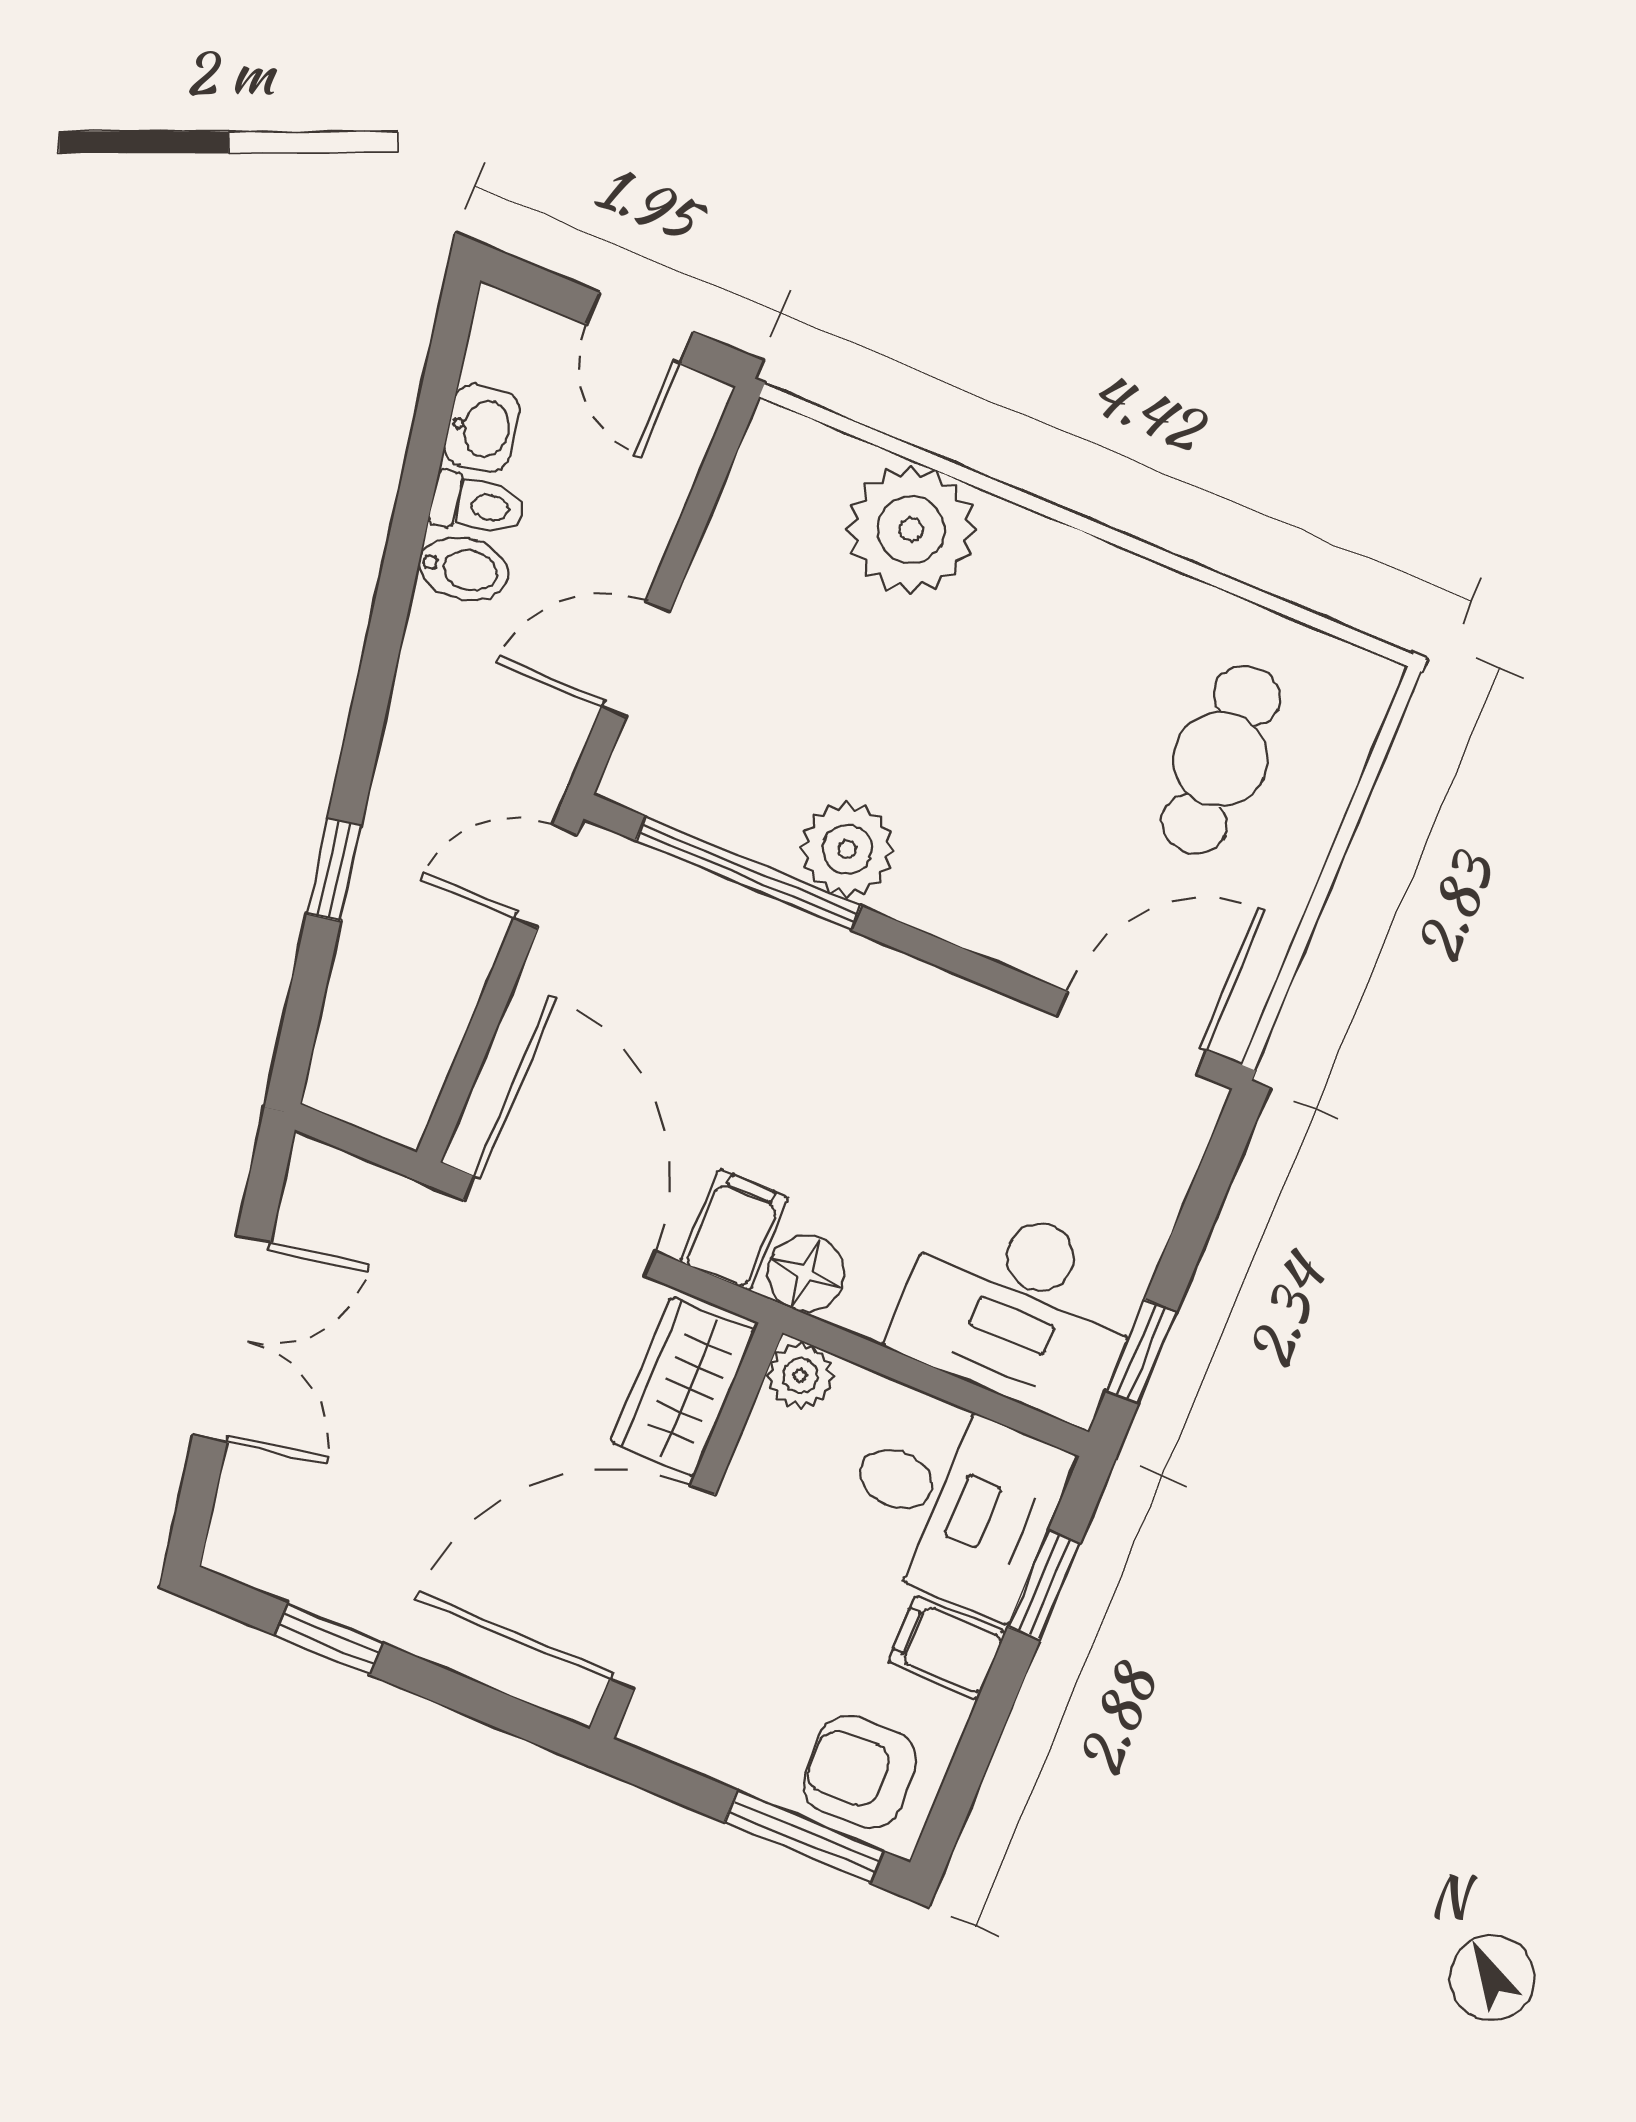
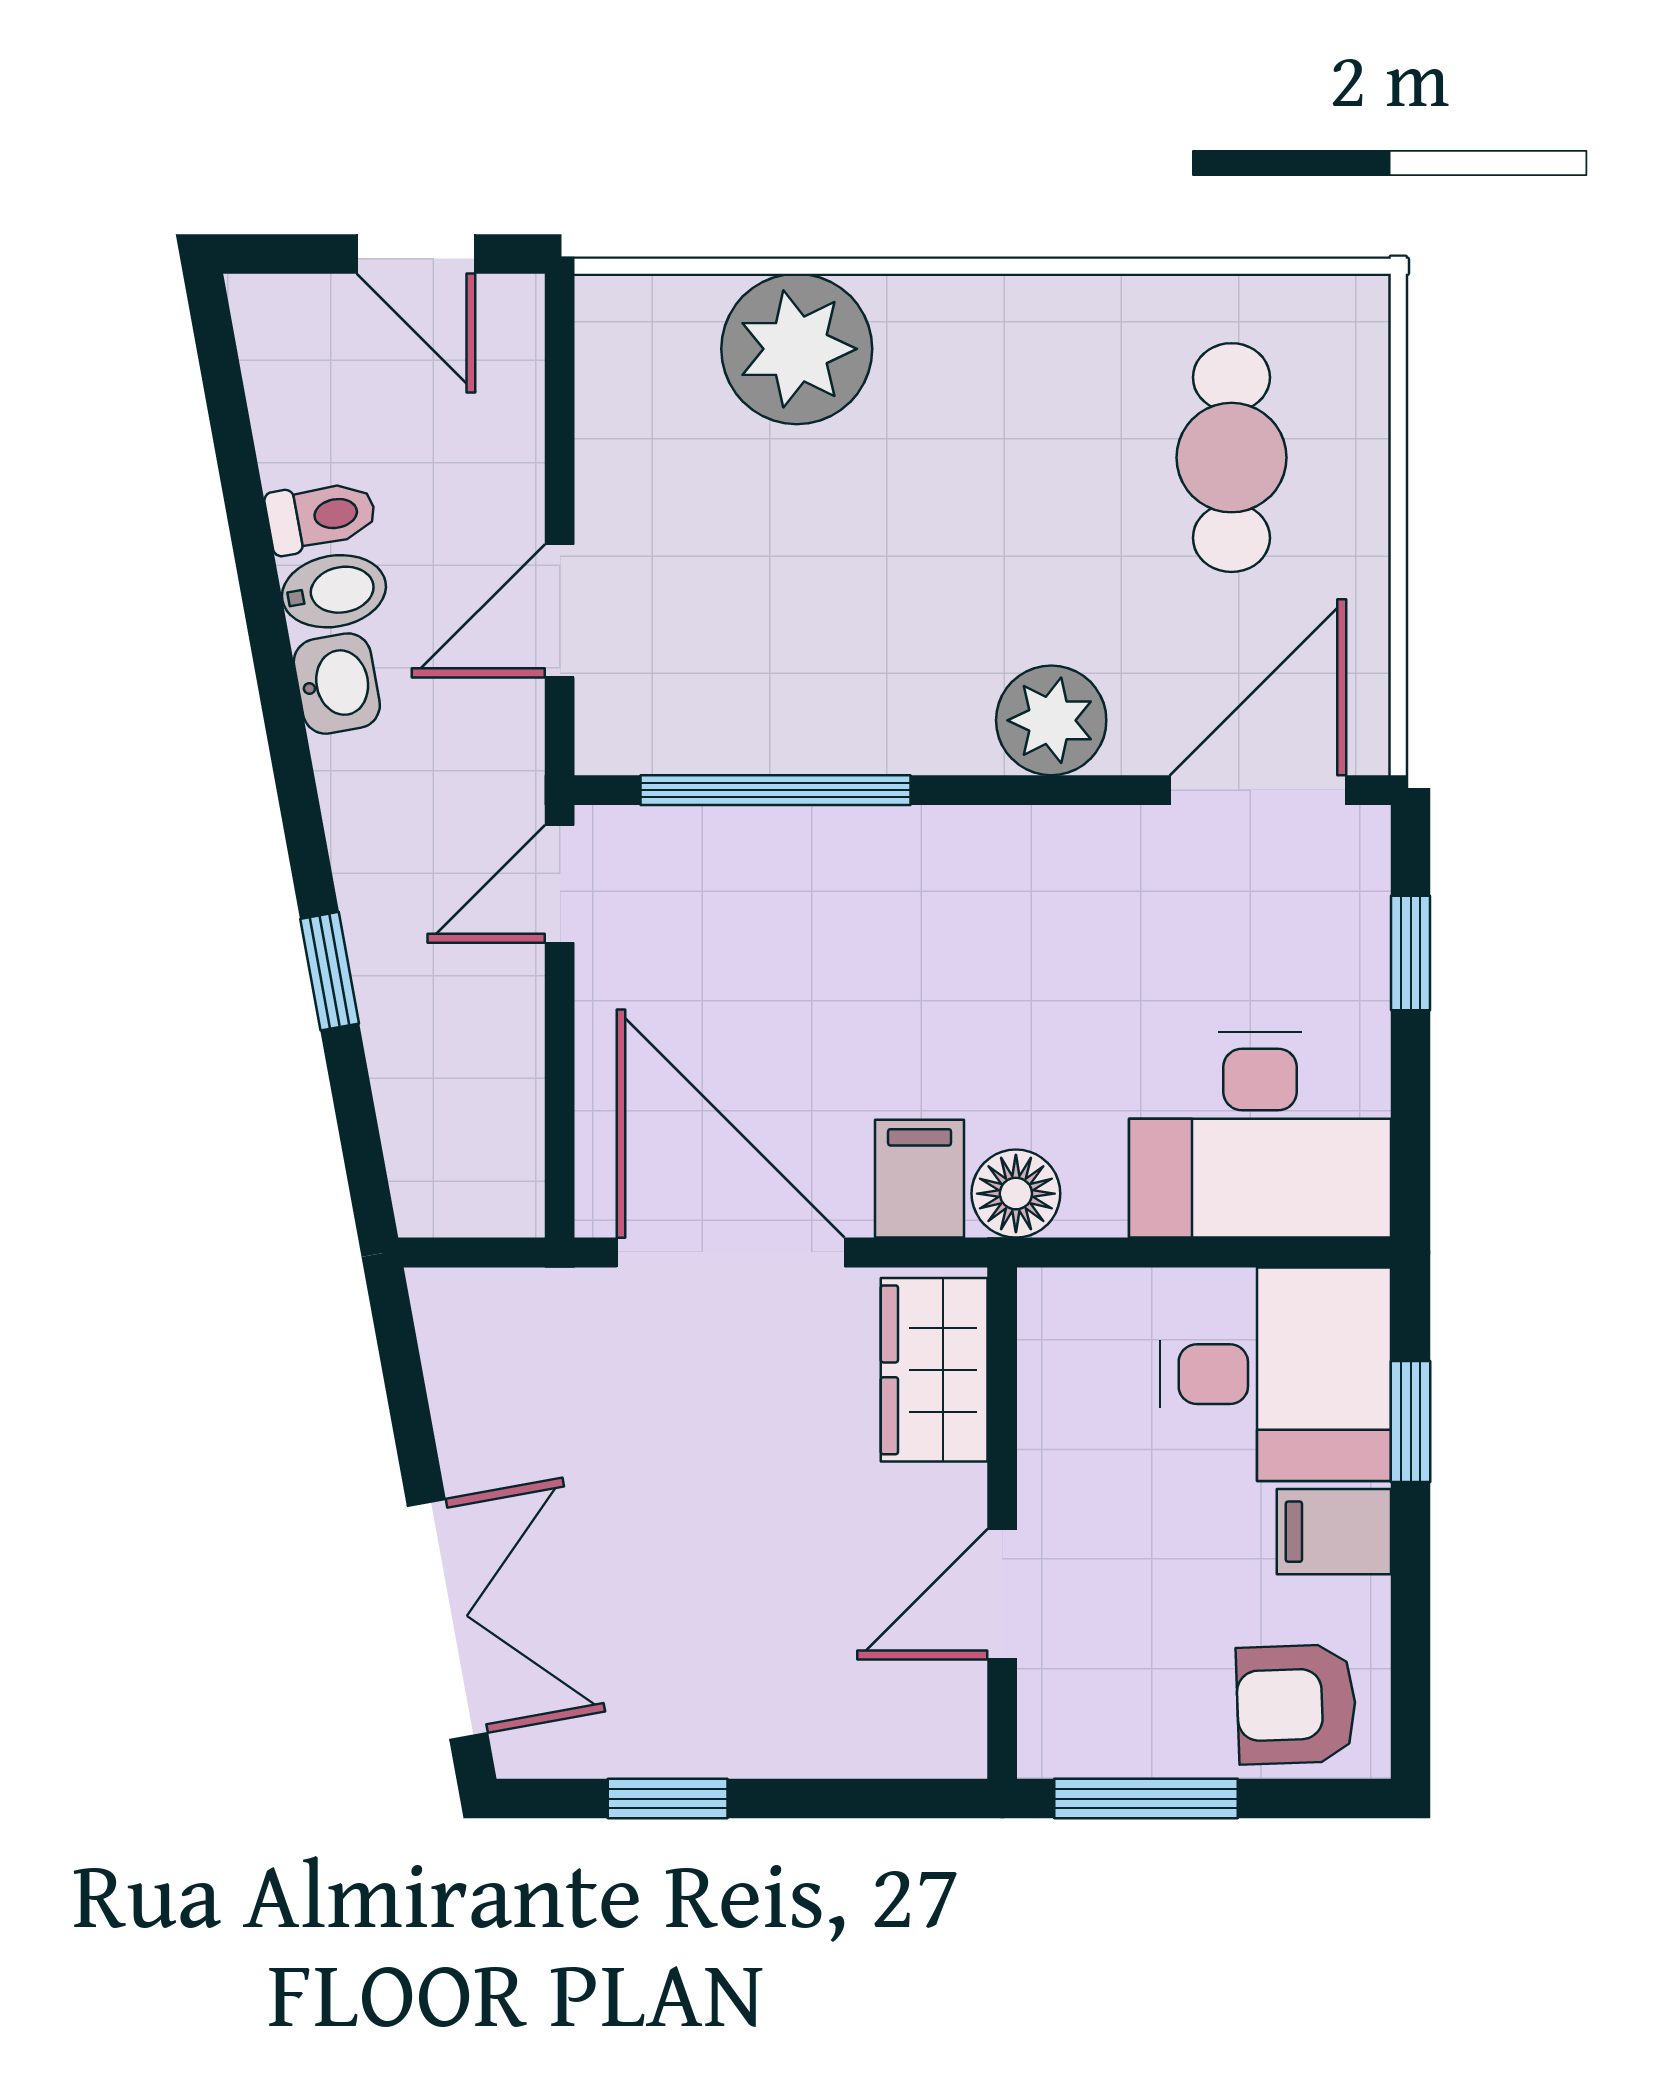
washbasin: (482, 428) -> (337, 684), moved
plant: (847, 849) -> (1051, 720), moved
double door: (232, 1339) -> (447, 1619), moved
window: (1141, 1351) -> (1411, 953), moved
plant: (800, 1376) -> (1055, 1306), removed
door: (662, 1587) -> (1002, 1594), width x0.53
window: (804, 1837) -> (1146, 1799), moved

